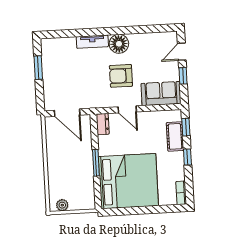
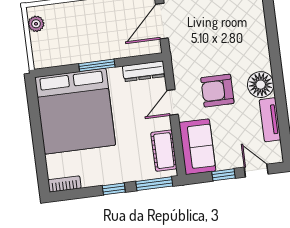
tv unit: (92, 42) -> (270, 120), moved
armchair: (121, 76) -> (217, 91), turned -90
dresser: (103, 124) -> (144, 71), width x1.44
window: (186, 127) -> (154, 184), width x1.50
cot: (175, 136) -> (164, 151), moved, turned 90

